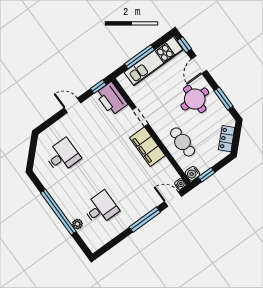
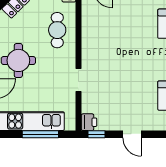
printer: (111, 99) -> (89, 122), width x0.53, depth x0.68
filing cabinet: (147, 147) -> (92, 49), removed

